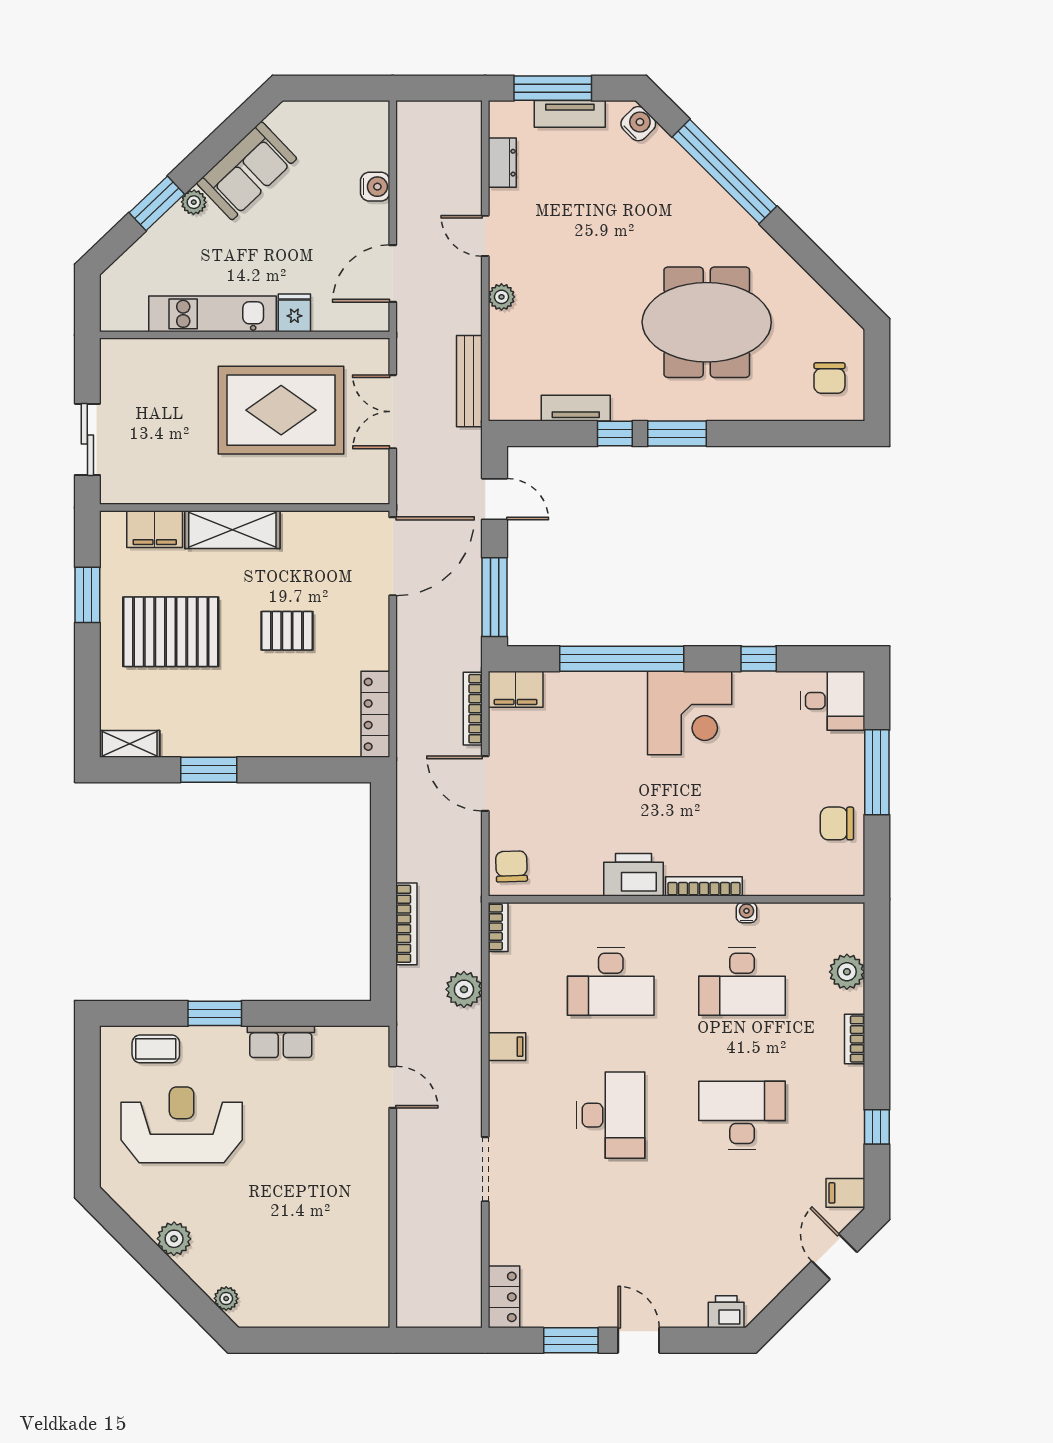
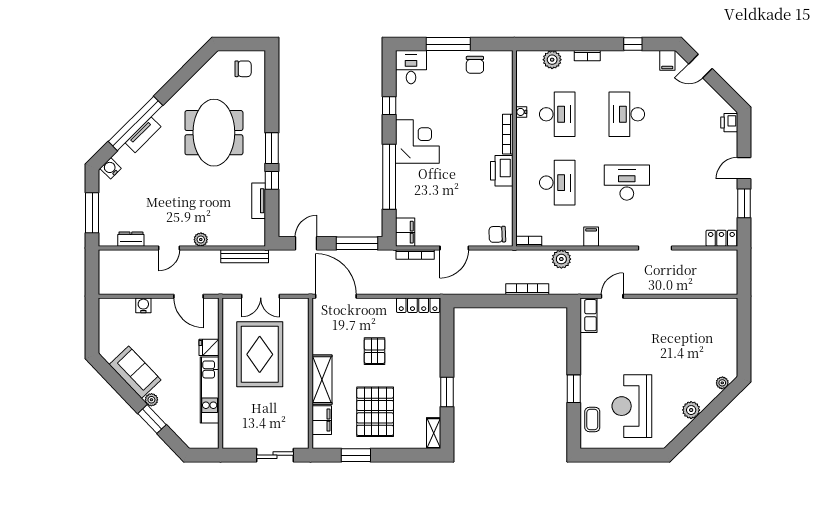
tv unit: (570, 114) -> (143, 135), moved, turned 45
row of seats: (281, 1042) -> (589, 315), moved

